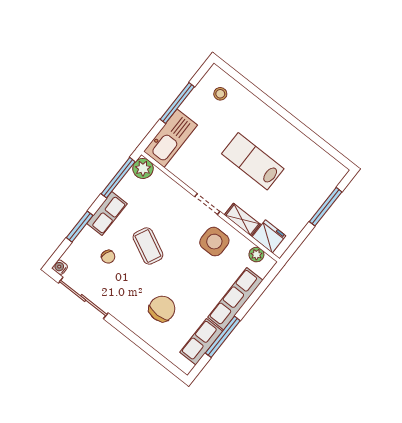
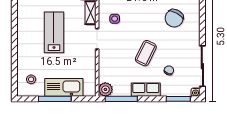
kitchen sink: (171, 138) -> (64, 87), moved
lab bench: (253, 161) -> (54, 32), turned 180
window: (80, 227) -> (178, 99), moved
side table: (214, 242) -> (115, 19), width x0.54, depth x0.54
chair: (162, 309) -> (174, 18), turned -61

